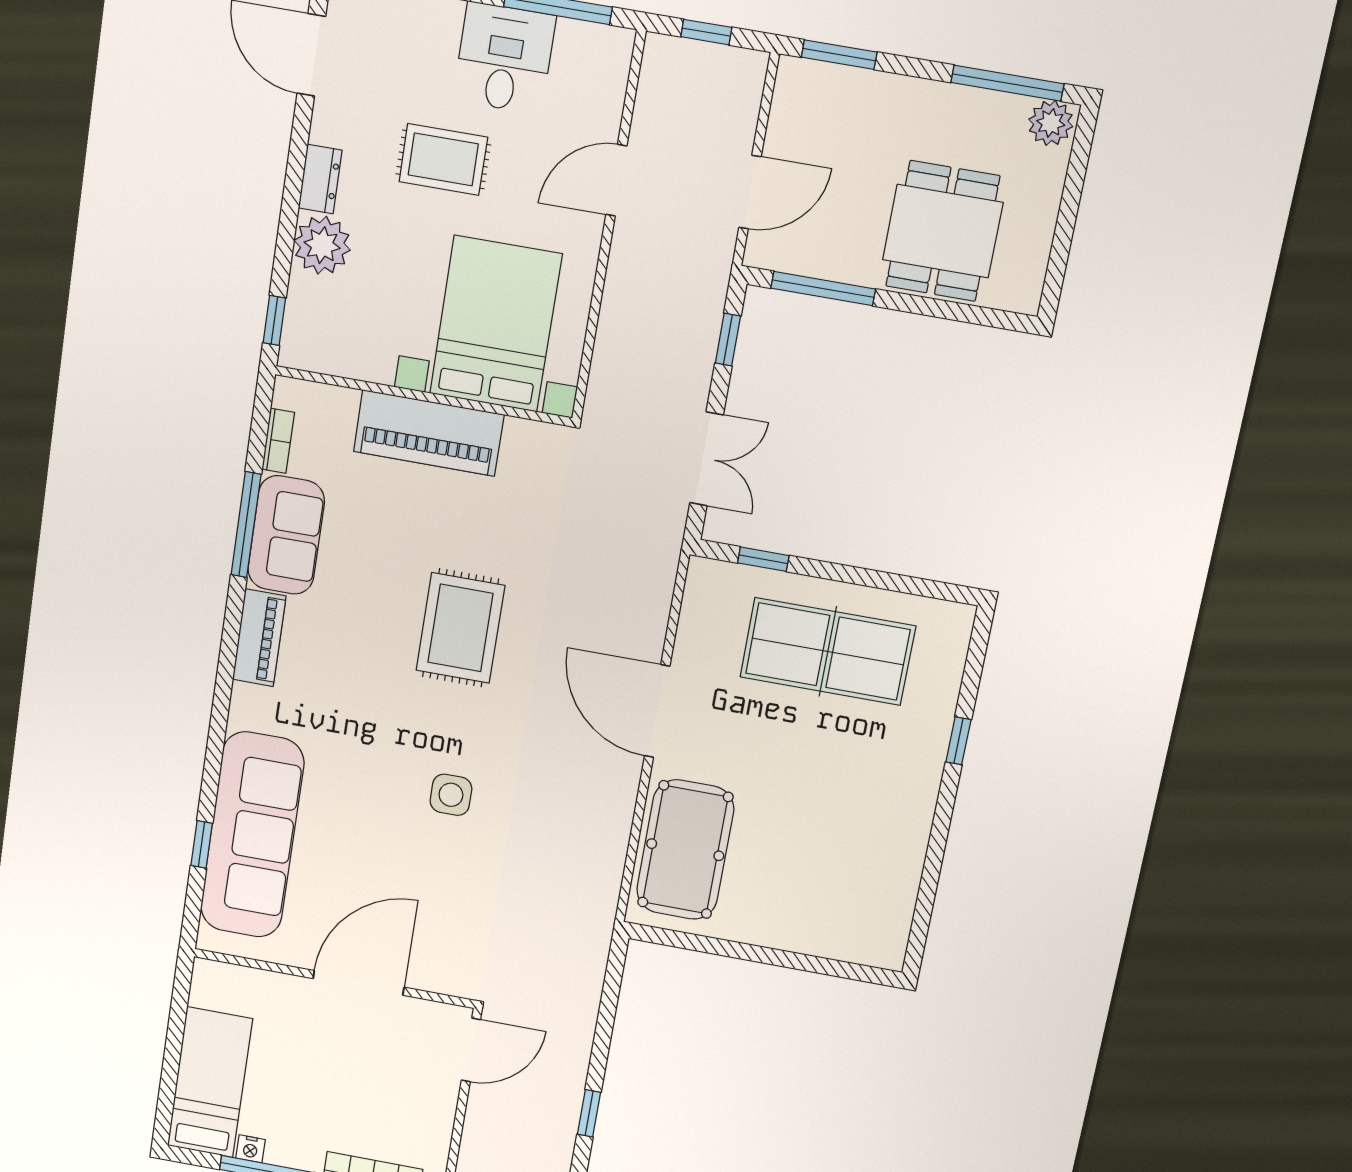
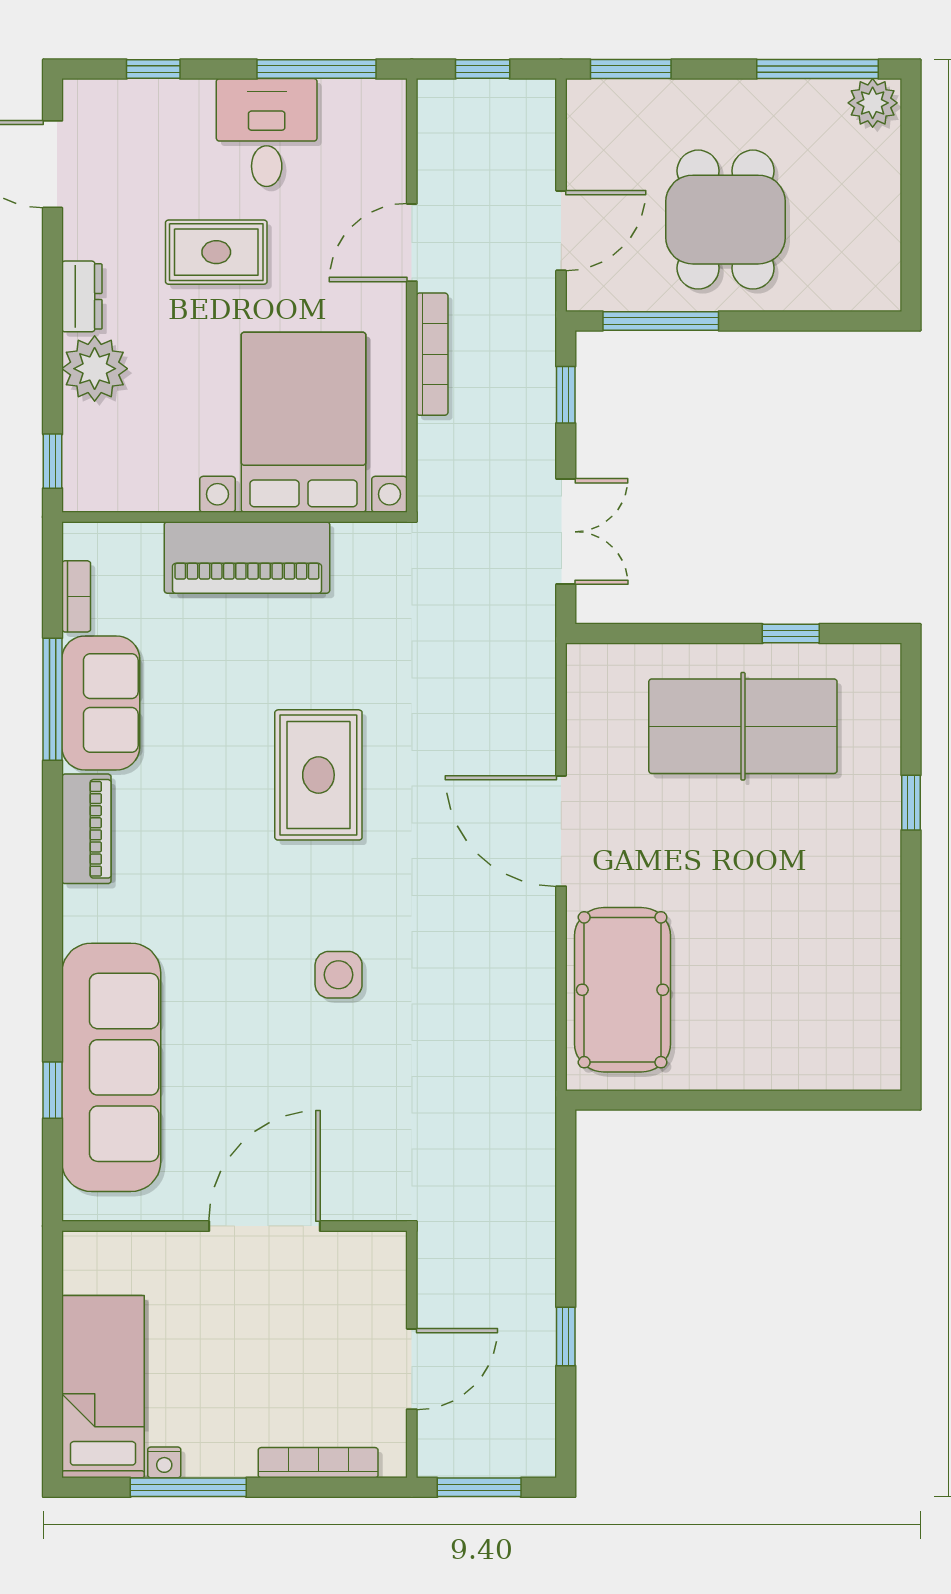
dining table: (943, 231) -> (726, 220), moved
bookcase: (617, 283) -> (432, 354), added
window: (763, 559) -> (791, 634), moved
door: (471, 1050) -> (412, 1369), moved

